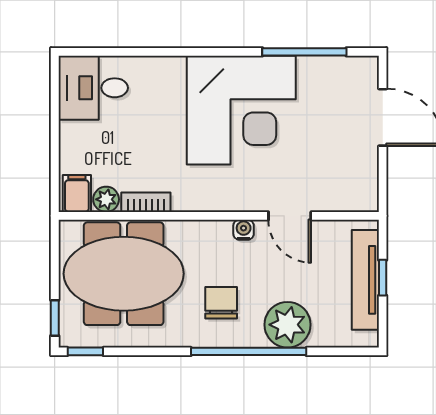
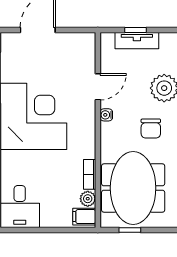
tv unit: (365, 280) -> (137, 41), width x0.71
chair: (221, 303) -> (151, 129), turned -90
window: (55, 318) -> (130, 230), moved

